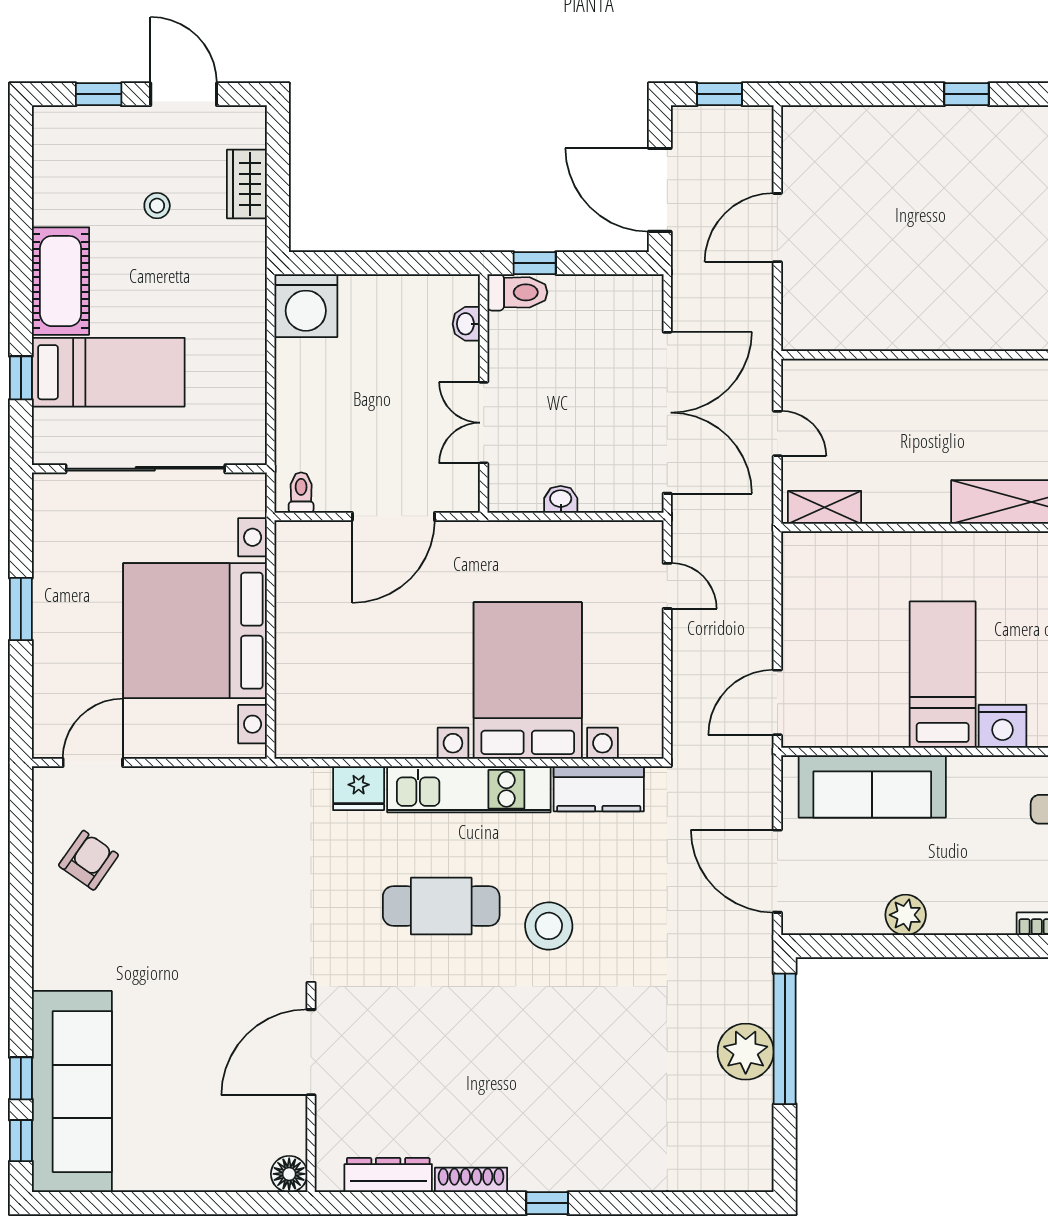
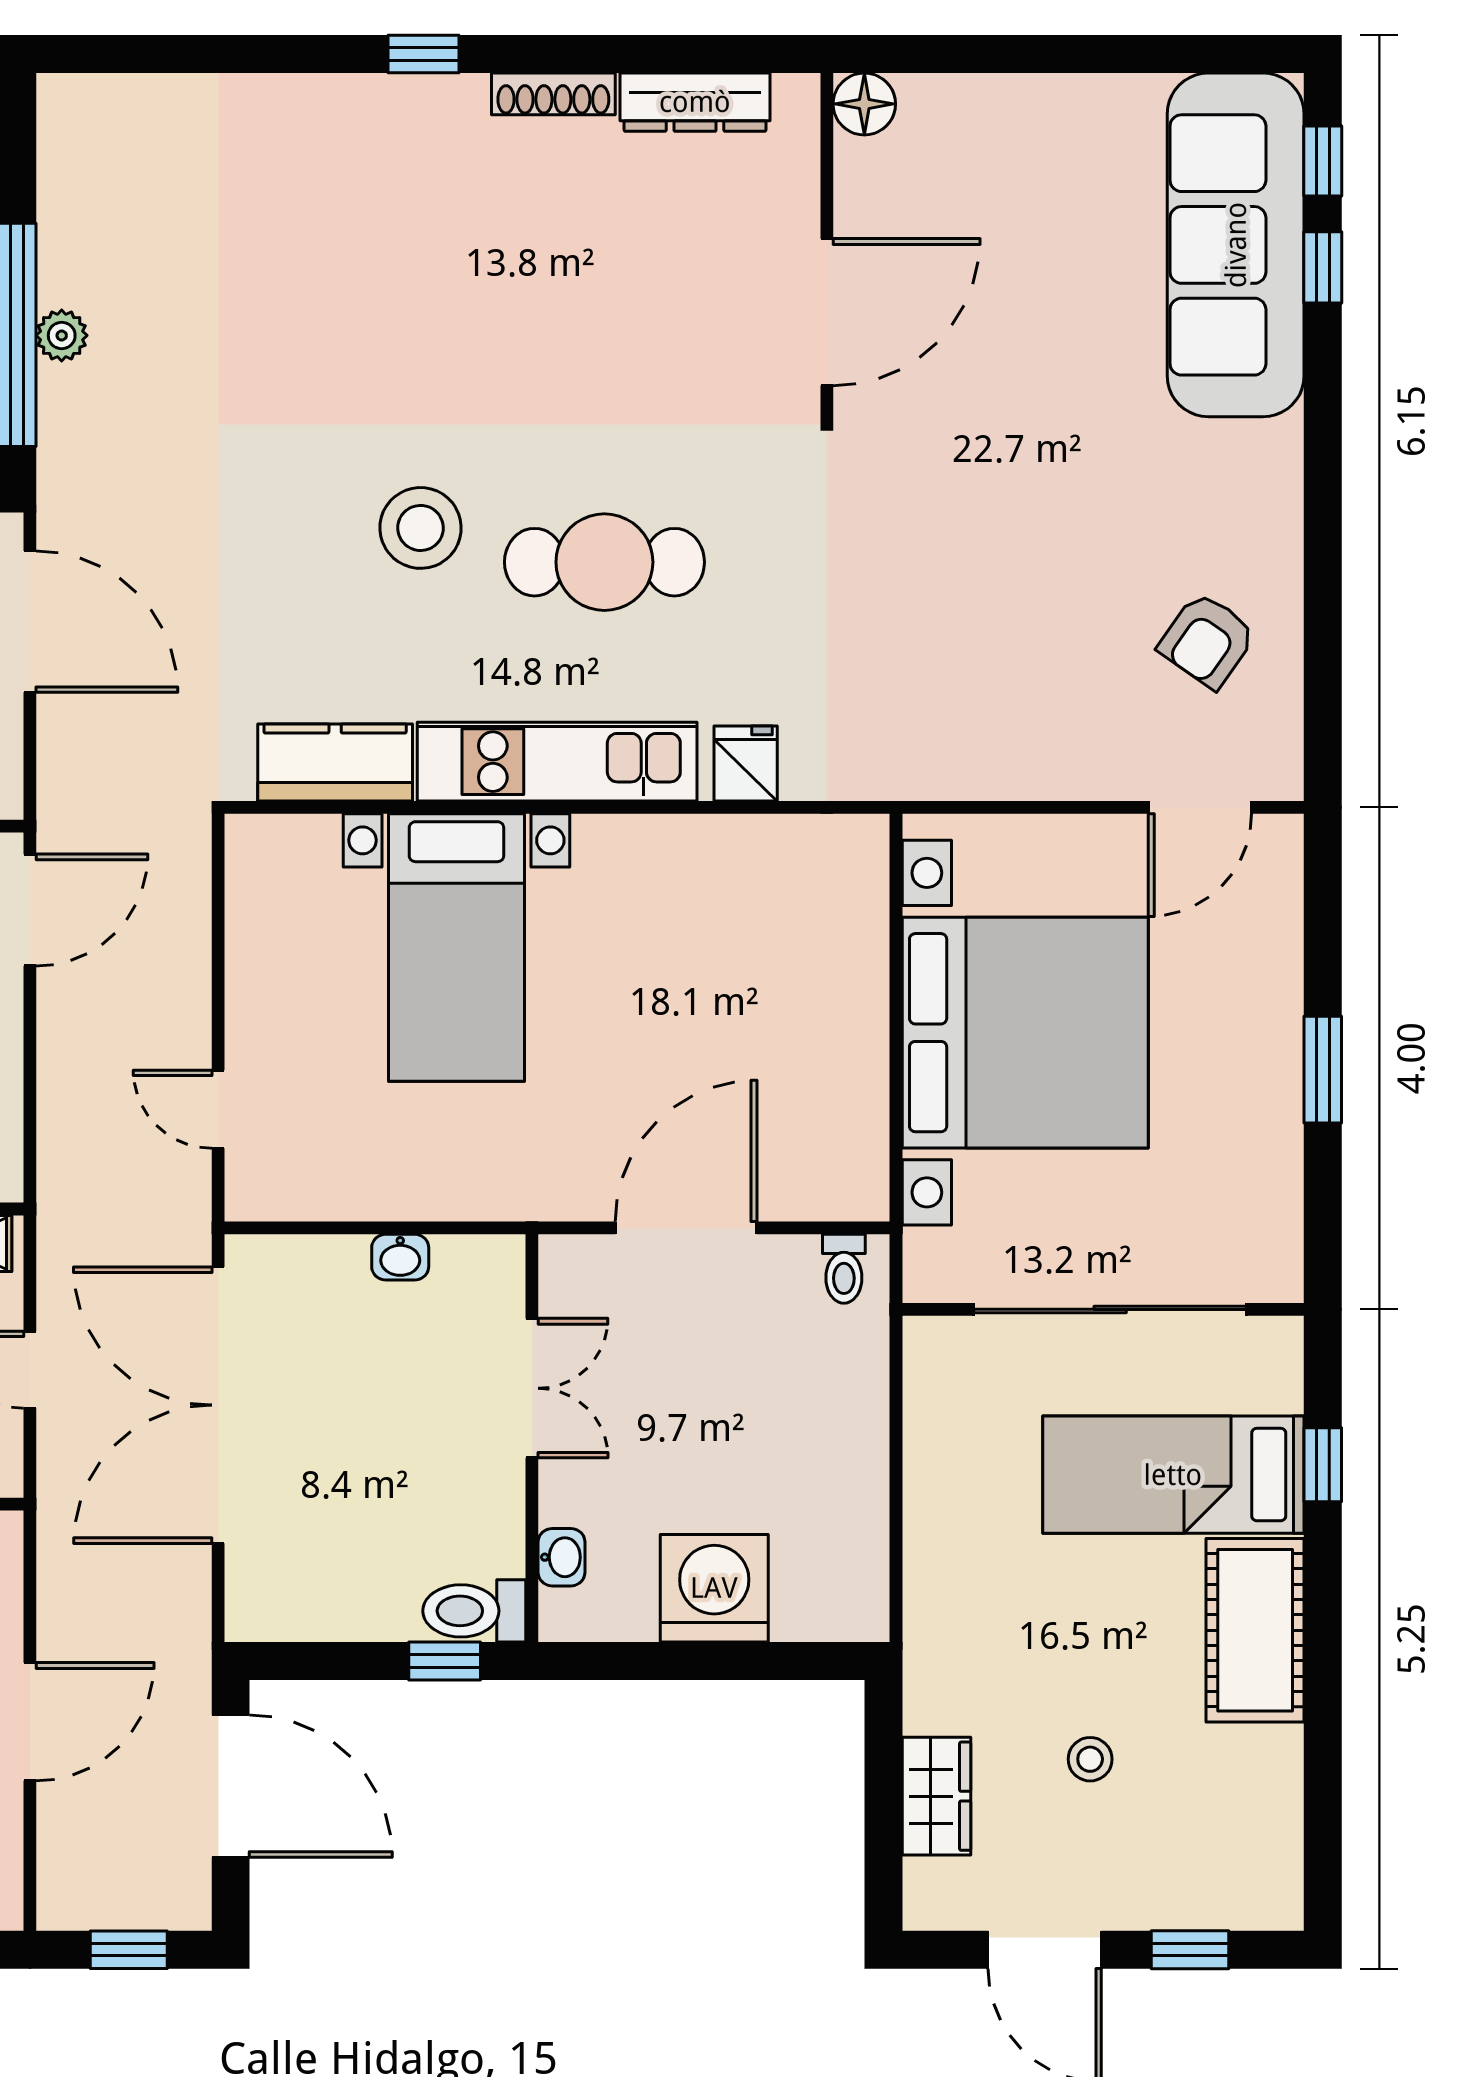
washing machine: (306, 306) -> (714, 1588), moved
bed with nightstands: (528, 681) -> (456, 947), width x0.73
fridge: (359, 788) -> (746, 763), width x0.72
plant: (746, 1052) -> (62, 335), width x0.53, depth x0.53

